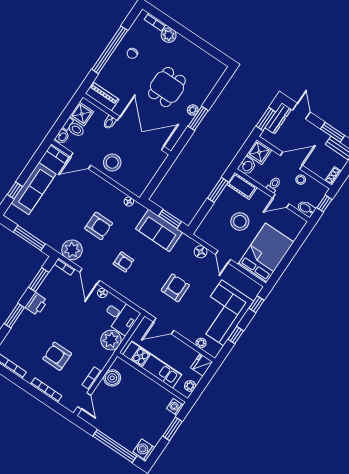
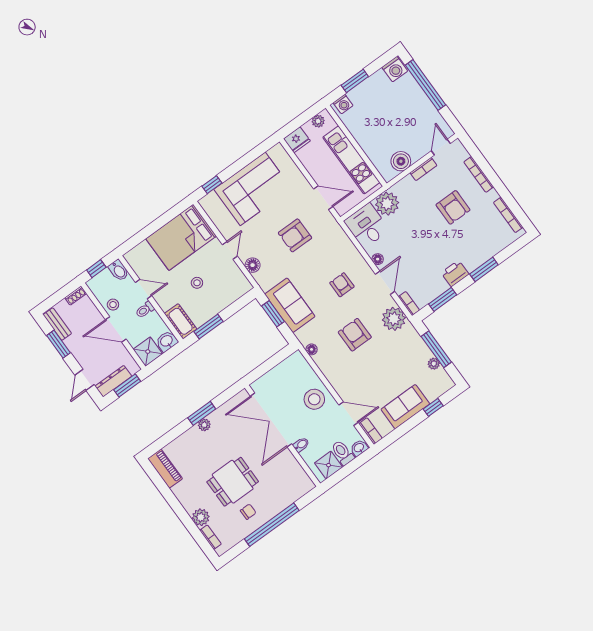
dining table: (167, 87) -> (233, 482), moved
piano: (102, 96) -> (165, 469), moved, turned 180
sofa: (34, 188) -> (405, 407), width x0.73
stool: (240, 221) -> (197, 283), width x0.53, depth x0.53
window: (236, 335) -> (247, 159), removed
plant: (201, 343) -> (434, 364), moved

